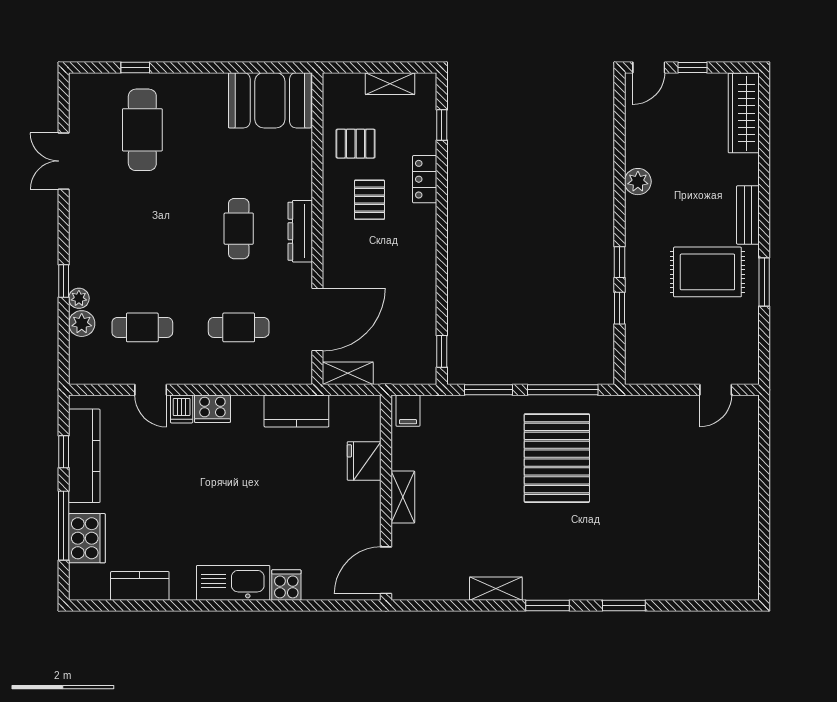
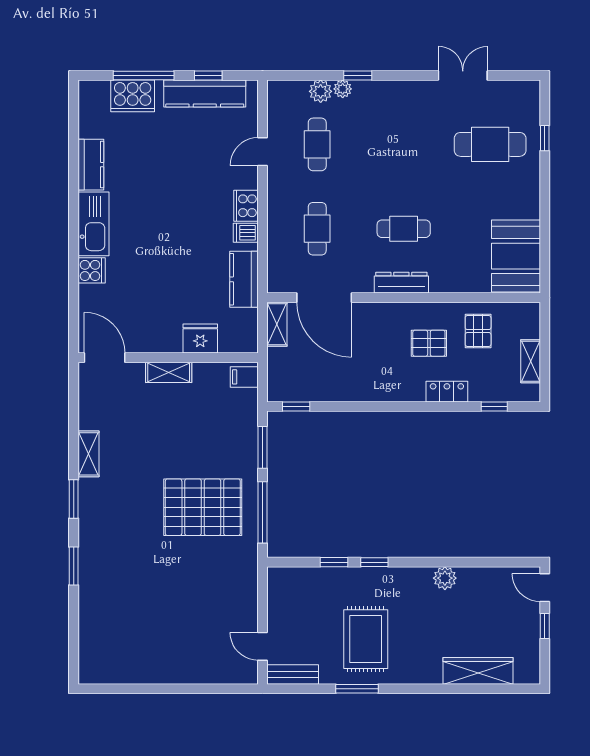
wardrobe: (744, 113) -> (478, 671), moved
bench: (748, 215) -> (293, 674), moved
dishwasher: (182, 409) -> (246, 233), moved
kitchen counter: (140, 586) -> (91, 165), moved

